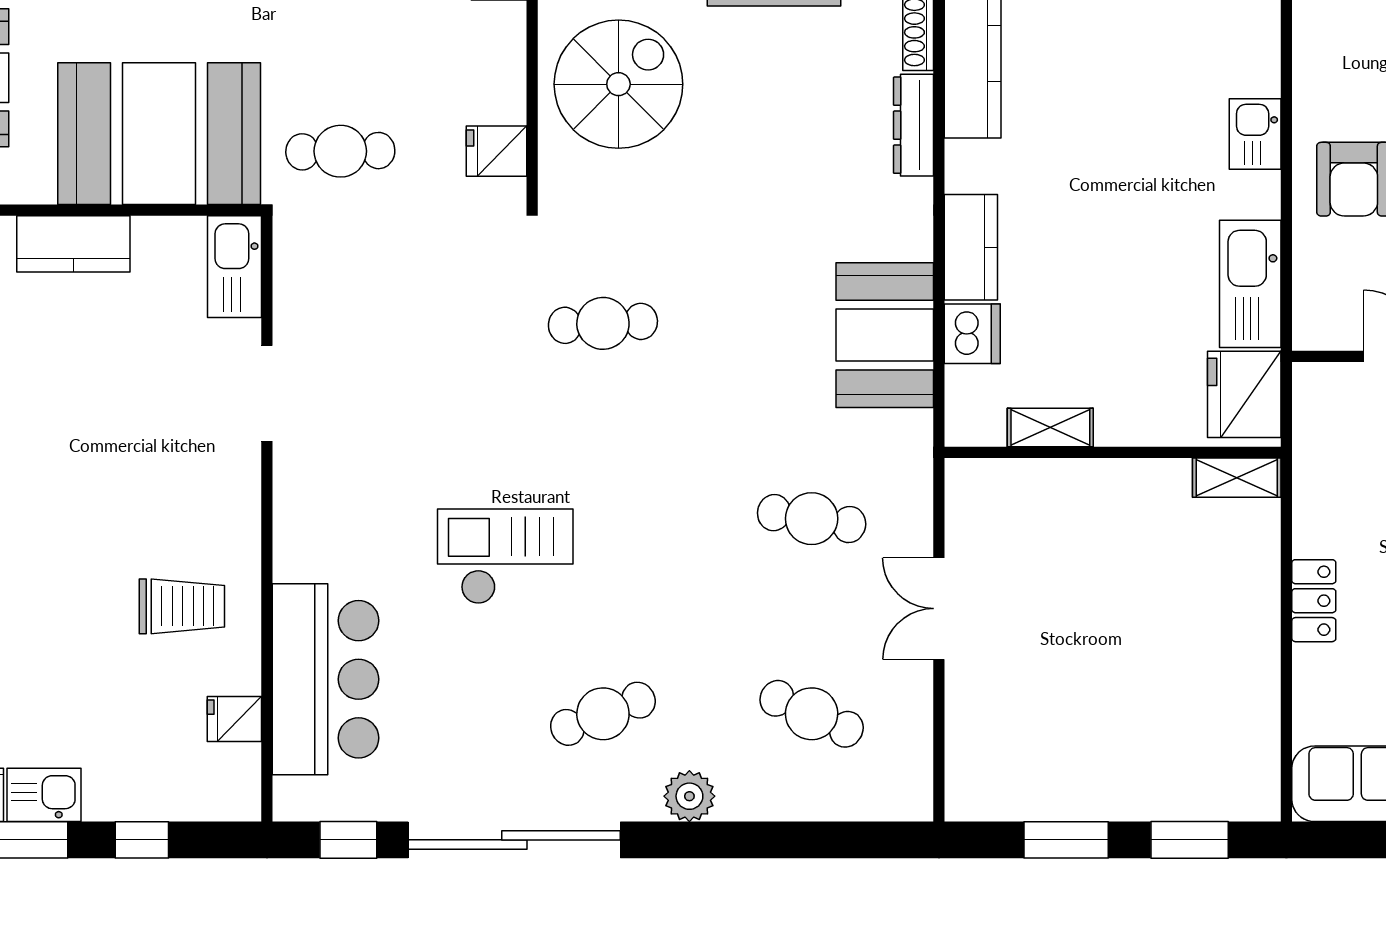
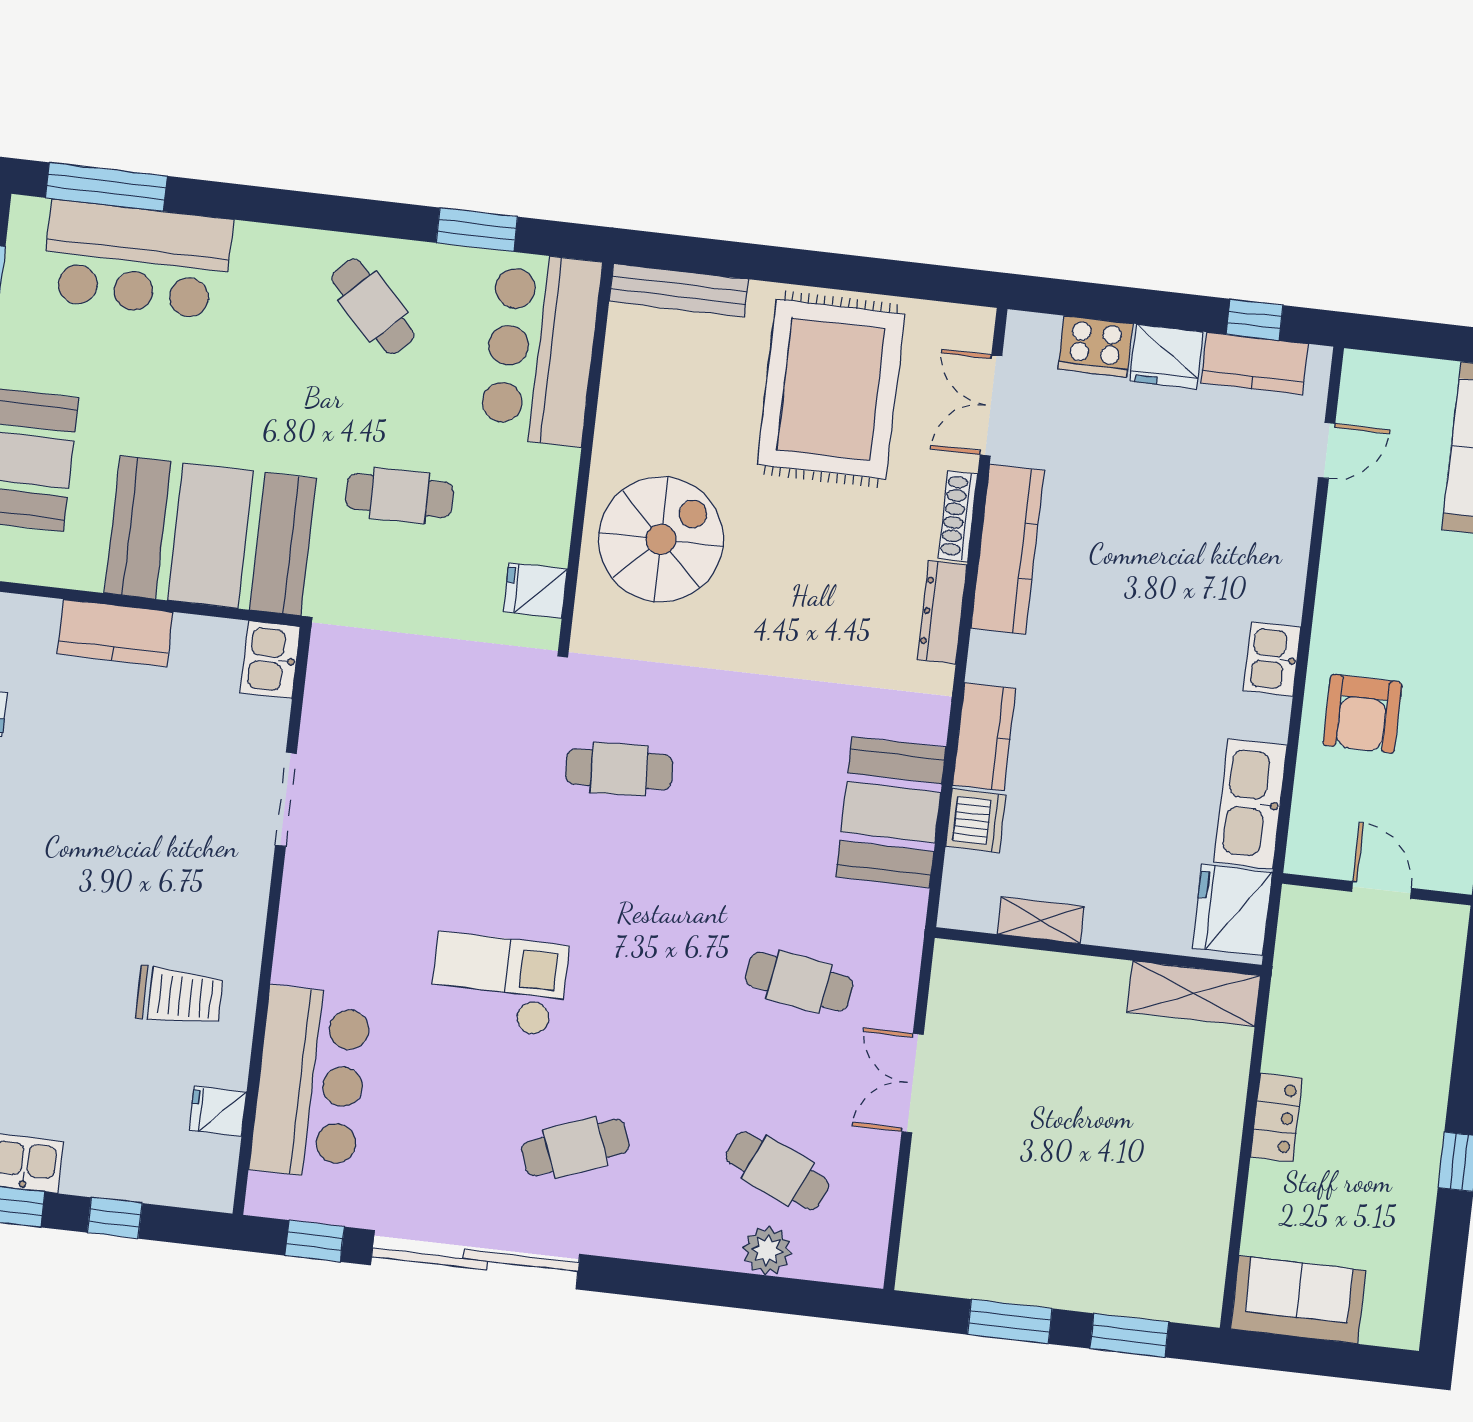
cafe table: (340, 151) -> (399, 496), moved
kitchen sink: (235, 267) -> (270, 660), width x0.73
shelving: (1237, 478) -> (1194, 994), width x1.50, depth x1.33
plant: (689, 796) -> (767, 1250), moved

